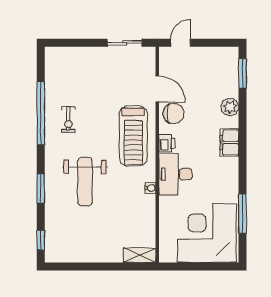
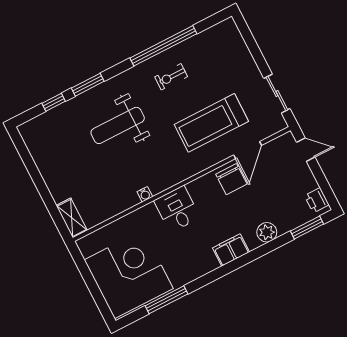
treadmill: (133, 136) -> (211, 123), moved
printer: (167, 143) -> (317, 200), moved, turned 90
desk: (175, 174) -> (177, 209), width x0.73
window: (41, 240) -> (54, 102), moved

